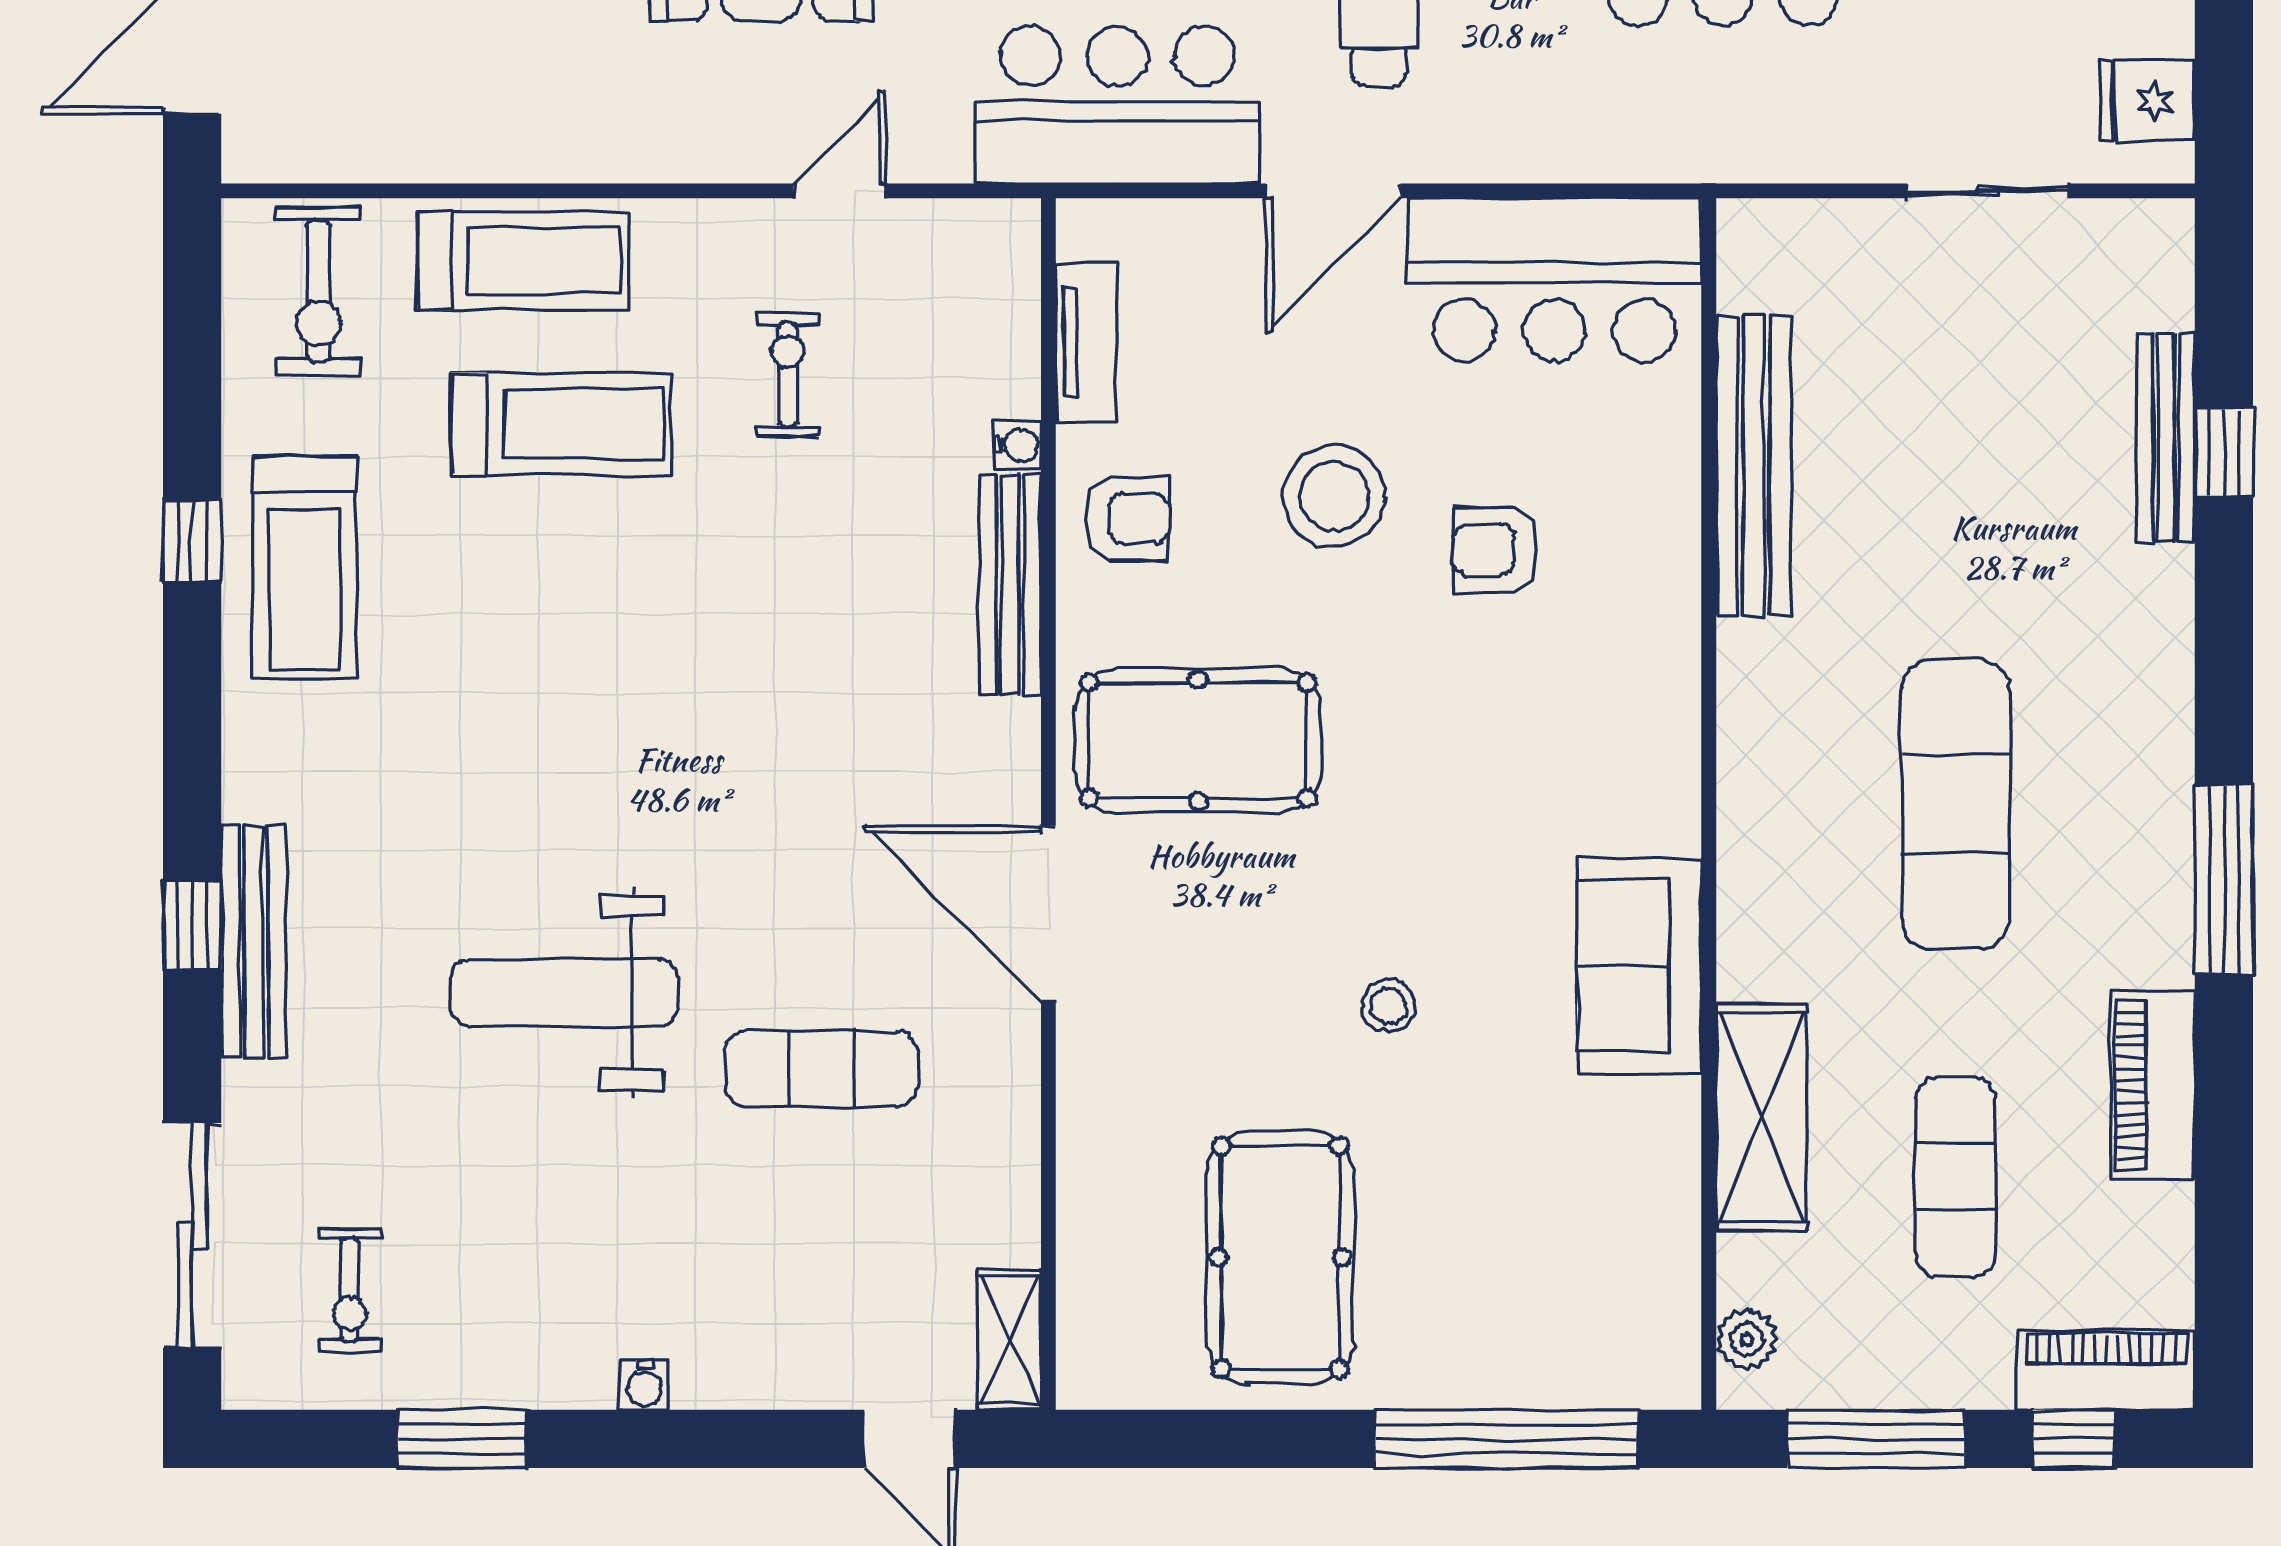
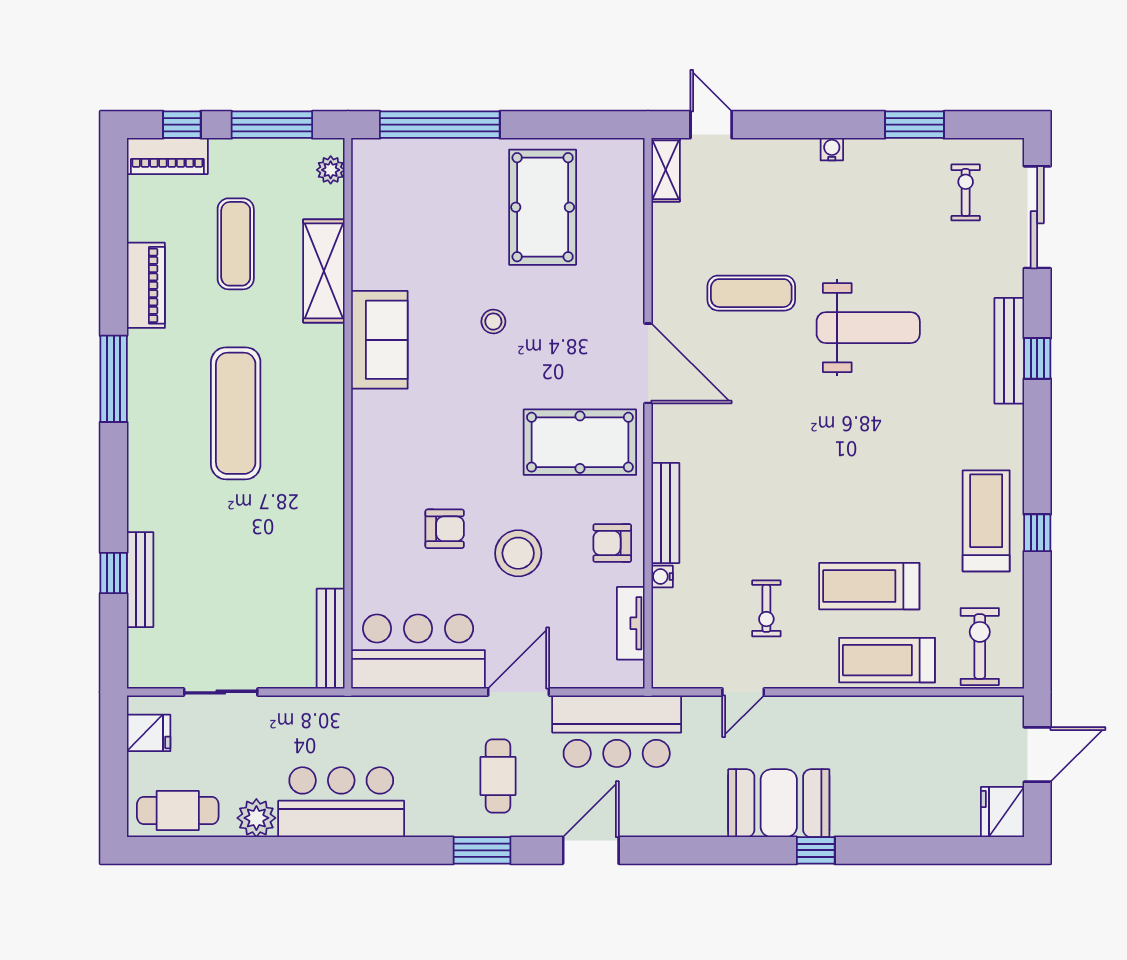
bench: (1753, 465) -> (331, 639), moved, width x0.73, depth x0.82

